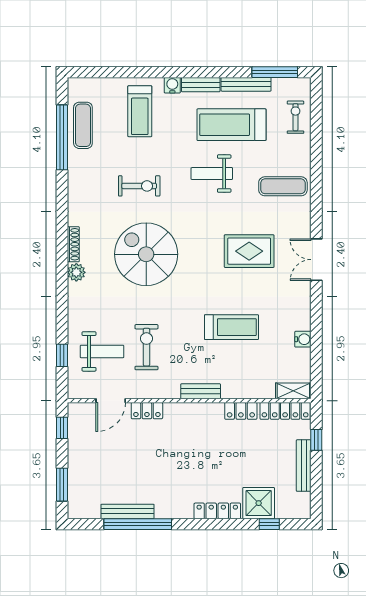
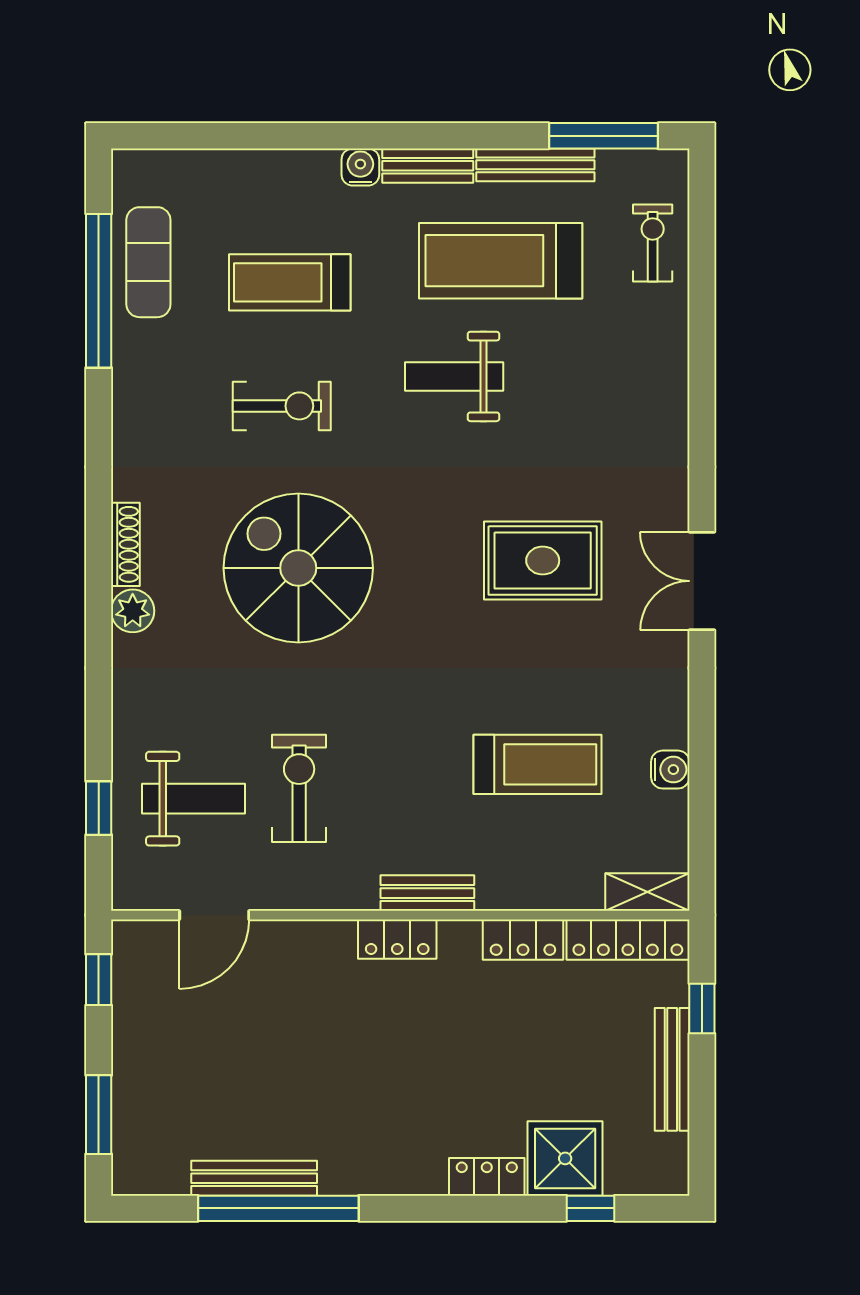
treadmill: (140, 111) -> (290, 282), moved, turned 90
exercise mat: (283, 186) -> (623, 407), removed
treadmill: (231, 327) -> (537, 764), moved
locker: (147, 411) -> (397, 939), moved
locker: (217, 511) -> (487, 1177), width x0.66

